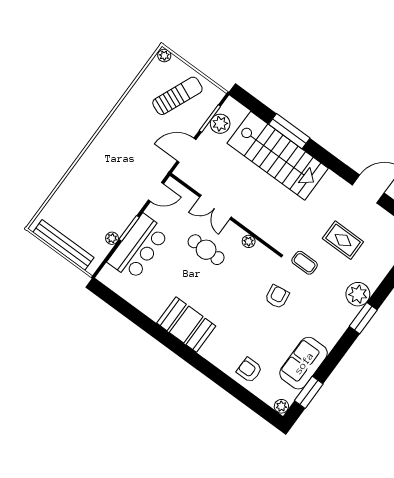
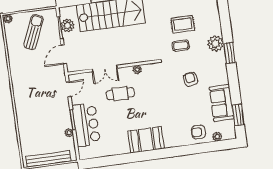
coffee table: (305, 263) -> (181, 46), moved
armchair: (277, 297) -> (191, 79), moved
plant: (281, 406) -> (217, 137), moved

